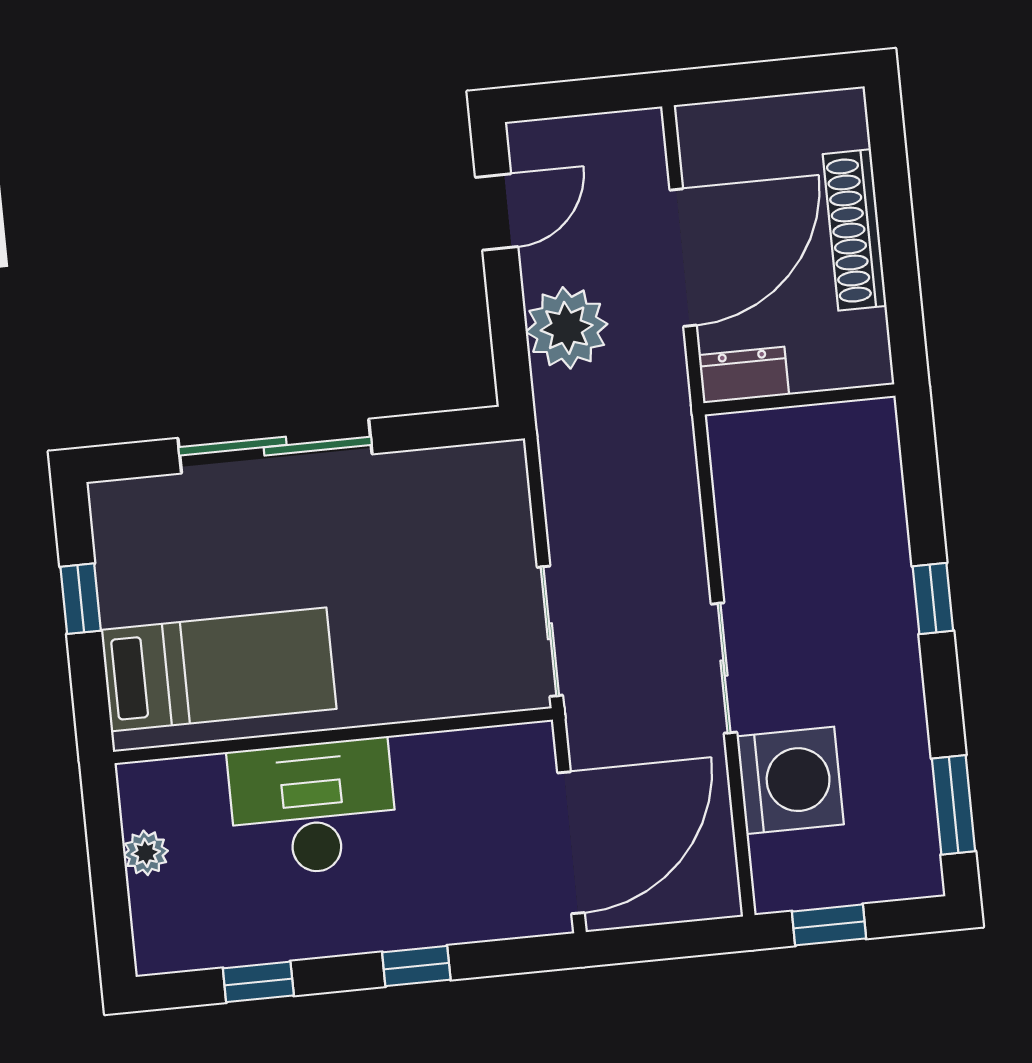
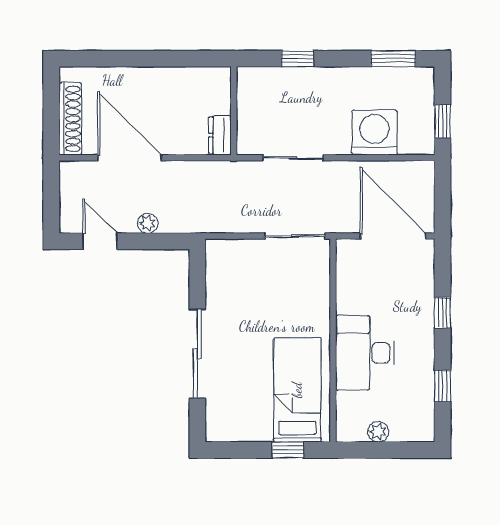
shoe rack: (855, 230) -> (70, 119), moved, turned -90
plant: (567, 328) -> (148, 223), width x0.53, depth x0.53
dresser: (744, 375) -> (220, 135), moved
wall: (799, 399) -> (234, 111), moved
window: (81, 599) -> (288, 450), moved
sliding door: (724, 668) -> (293, 158), moved

